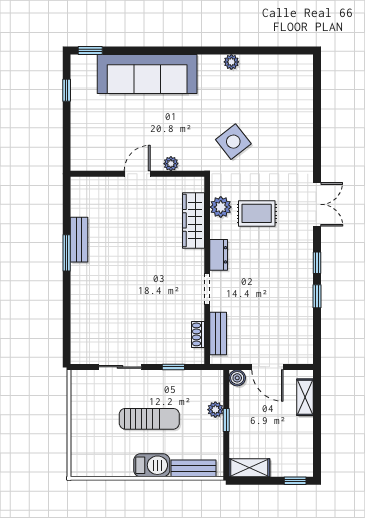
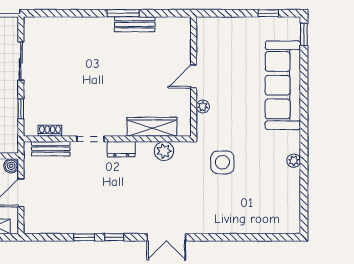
side table: (233, 142) -> (222, 162), turned 38
door: (137, 174) -> (194, 76), swing flipped
rug: (257, 213) -> (158, 183), removed

